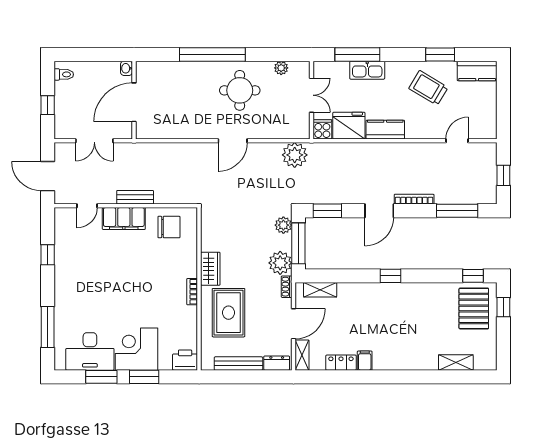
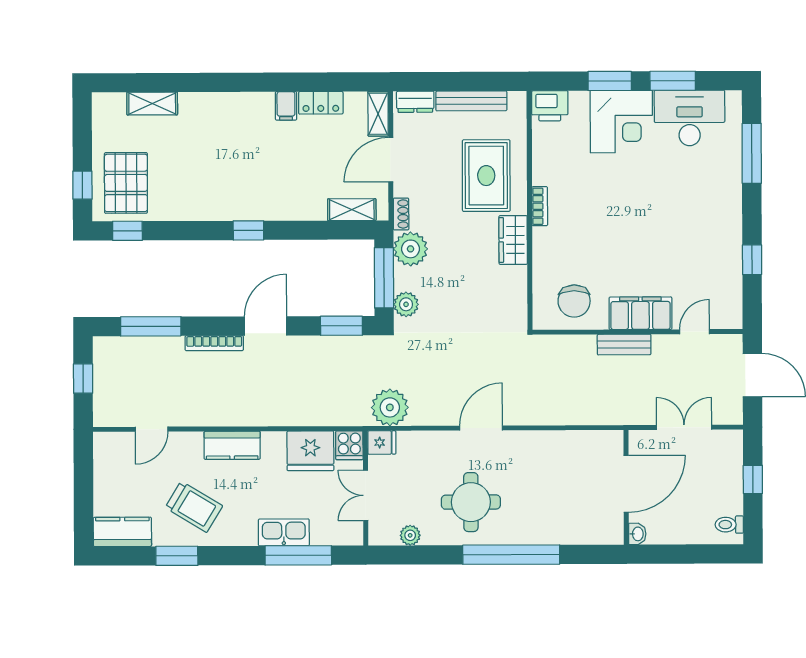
kitchen counter: (385, 130) -> (232, 445), moved
fridge: (300, 131) -> (382, 443), added
chair: (169, 227) -> (574, 301), turned -90

